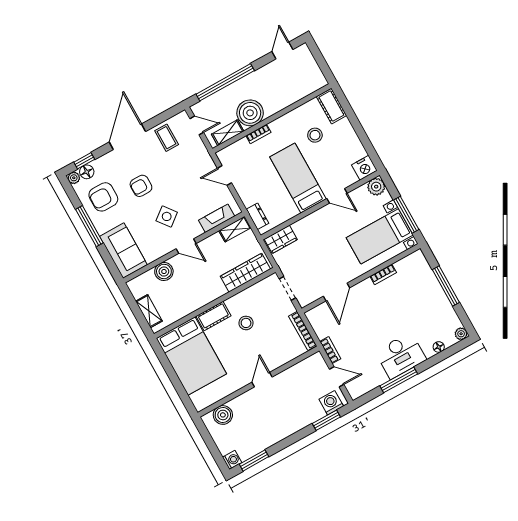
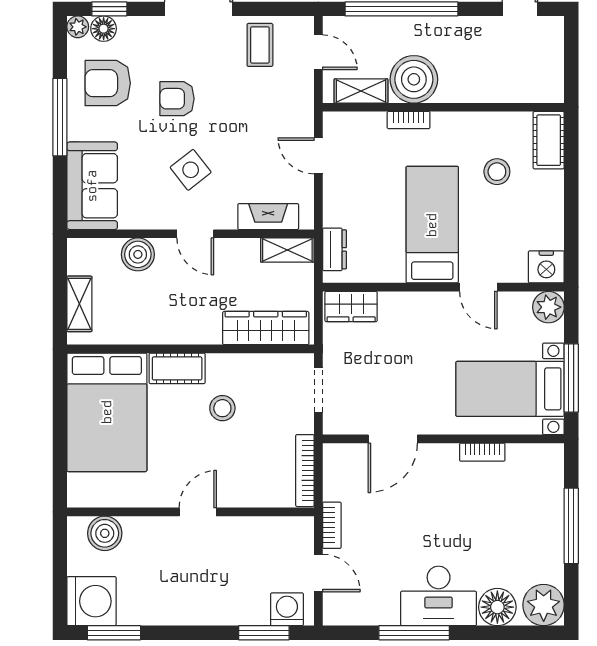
plant: (461, 334) -> (544, 605), width x1.88, depth x1.88
floor lamp: (439, 347) -> (497, 607), width x1.89, depth x1.89
washing machine: (232, 460) -> (91, 601), width x1.89, depth x1.89

